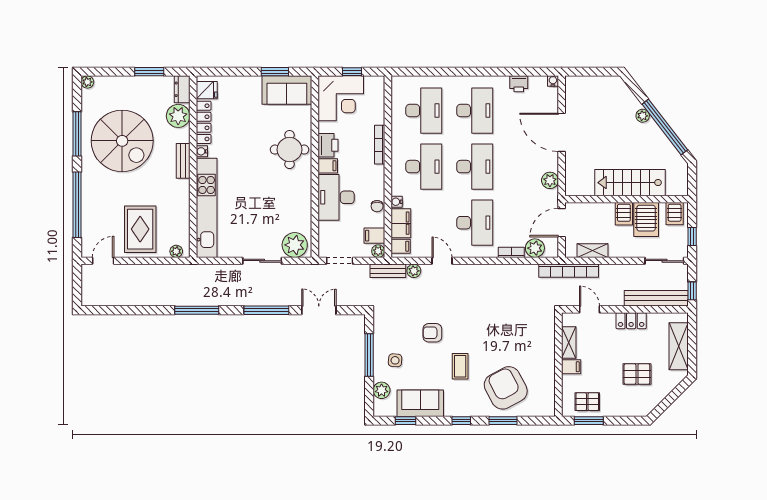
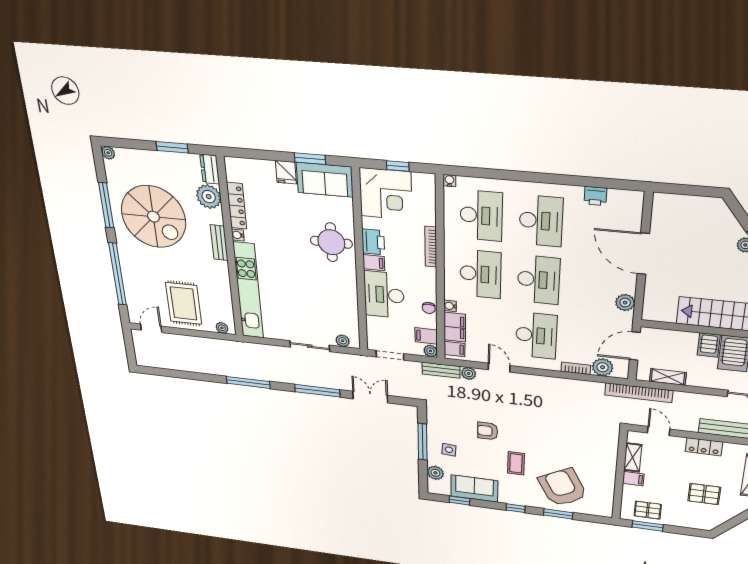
water cooler: (553, 81) -> (449, 181), moved
fridge: (207, 90) -> (286, 172), moved, turned 90
plant: (295, 245) -> (343, 341), width x0.53, depth x0.53

